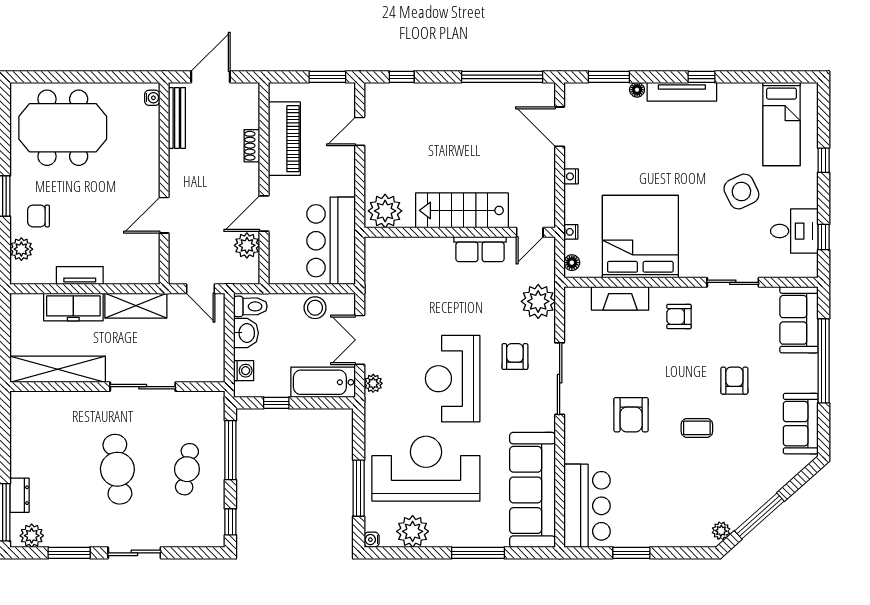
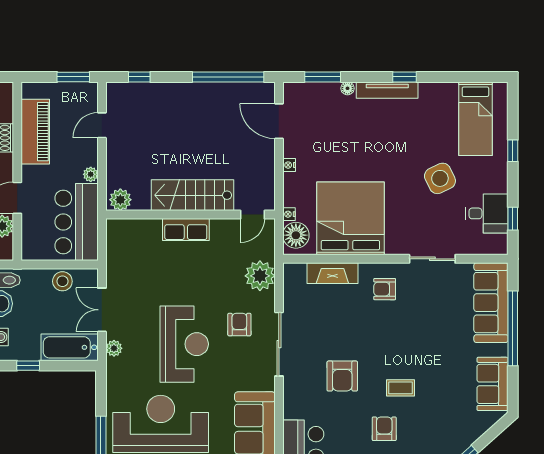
plant: (347, 187) -> (91, 174), added
plant: (385, 211) -> (120, 200), width x0.73, depth x0.73
row of seats: (480, 249) -> (186, 229), moved
floor lamp: (572, 263) -> (296, 235), width x1.89, depth x1.89
sofa: (799, 320) -> (491, 303), width x1.36
reception desk: (453, 379) -> (184, 344), turned 180
armchair: (734, 381) -> (384, 429), moved

